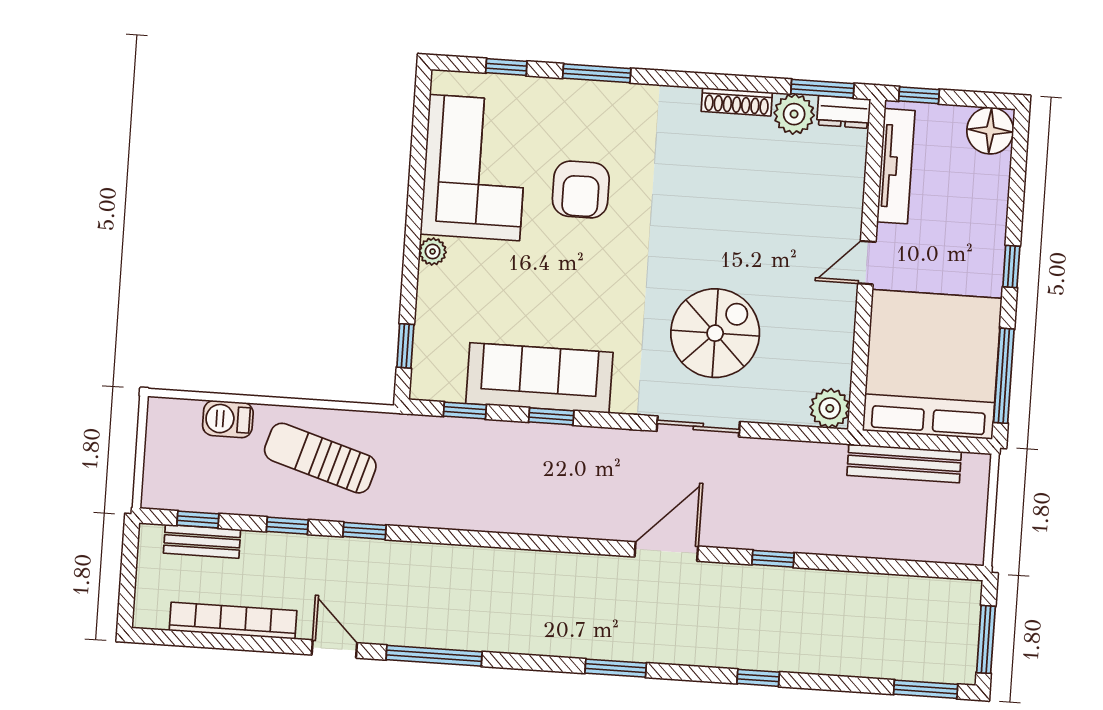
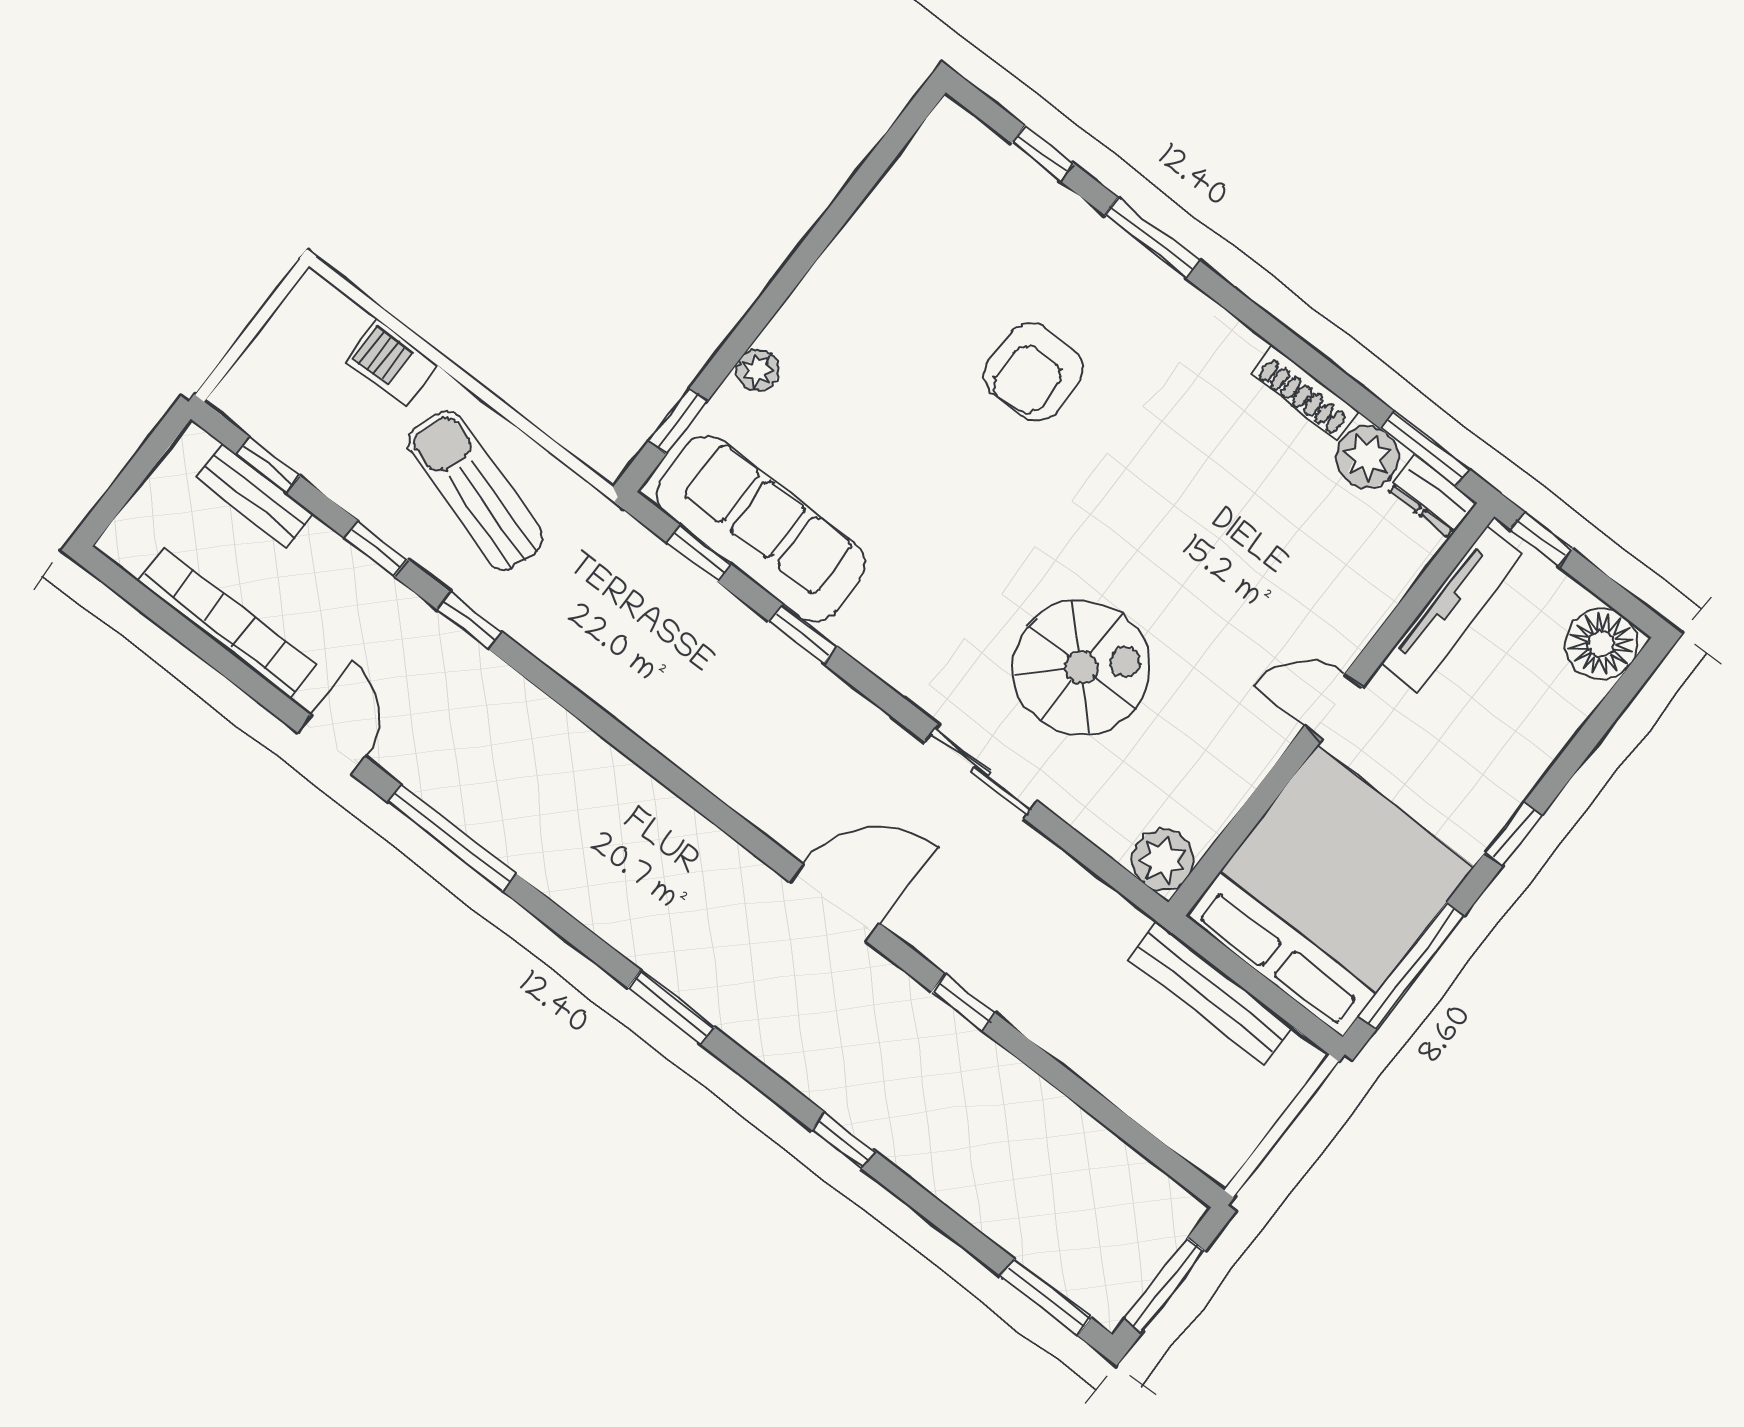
corner sofa: (475, 168) -> (917, 254), removed
plant: (433, 251) -> (757, 370), moved
sofa: (539, 378) -> (761, 529), moved

